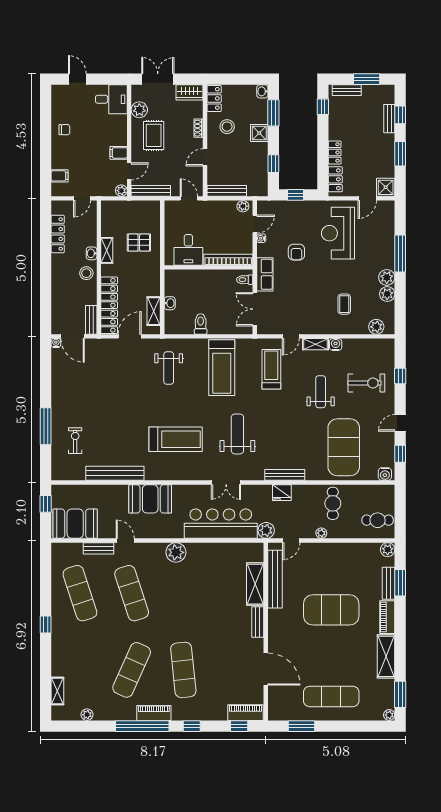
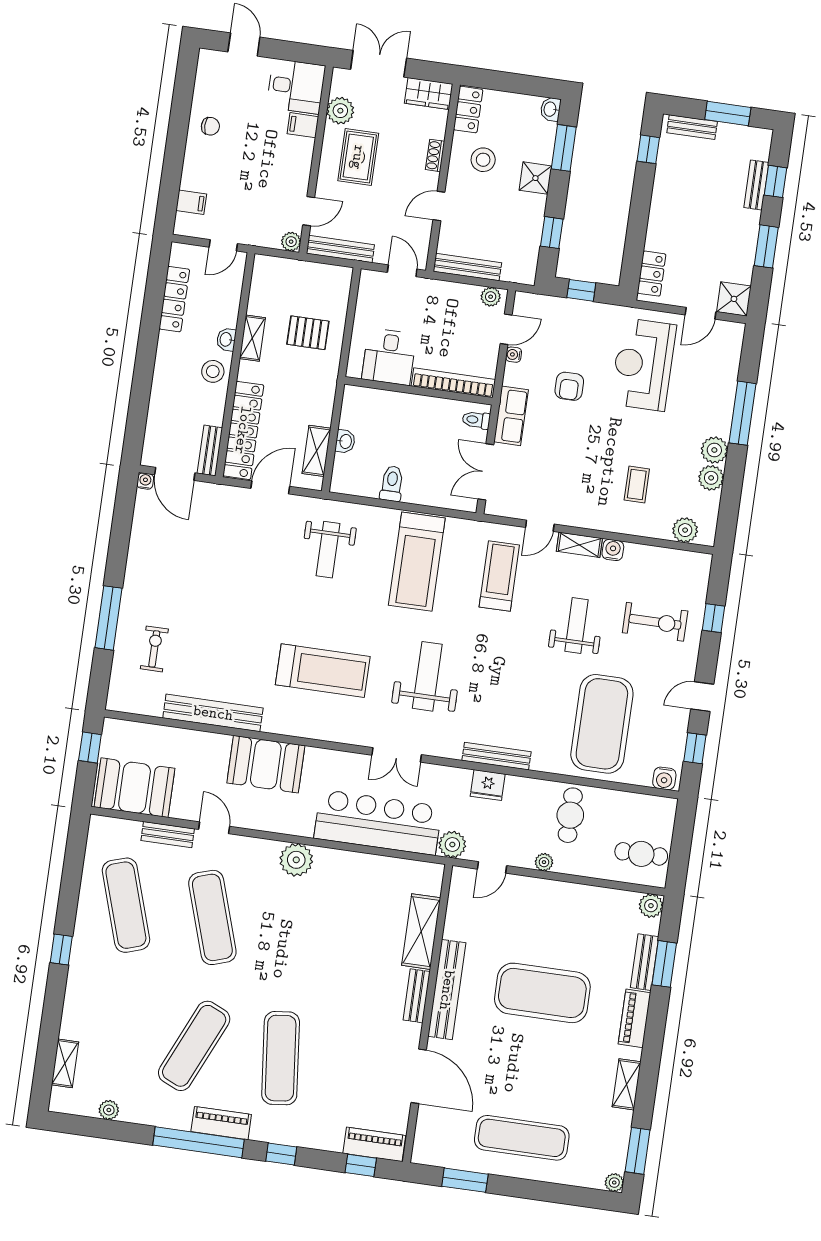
locker: (335, 152) -> (657, 229), removed
filing cabinet: (119, 153) -> (303, 125), moved
bench: (275, 579) -> (447, 990), moved
shelving: (386, 656) -> (627, 1084), width x0.67, depth x0.75

